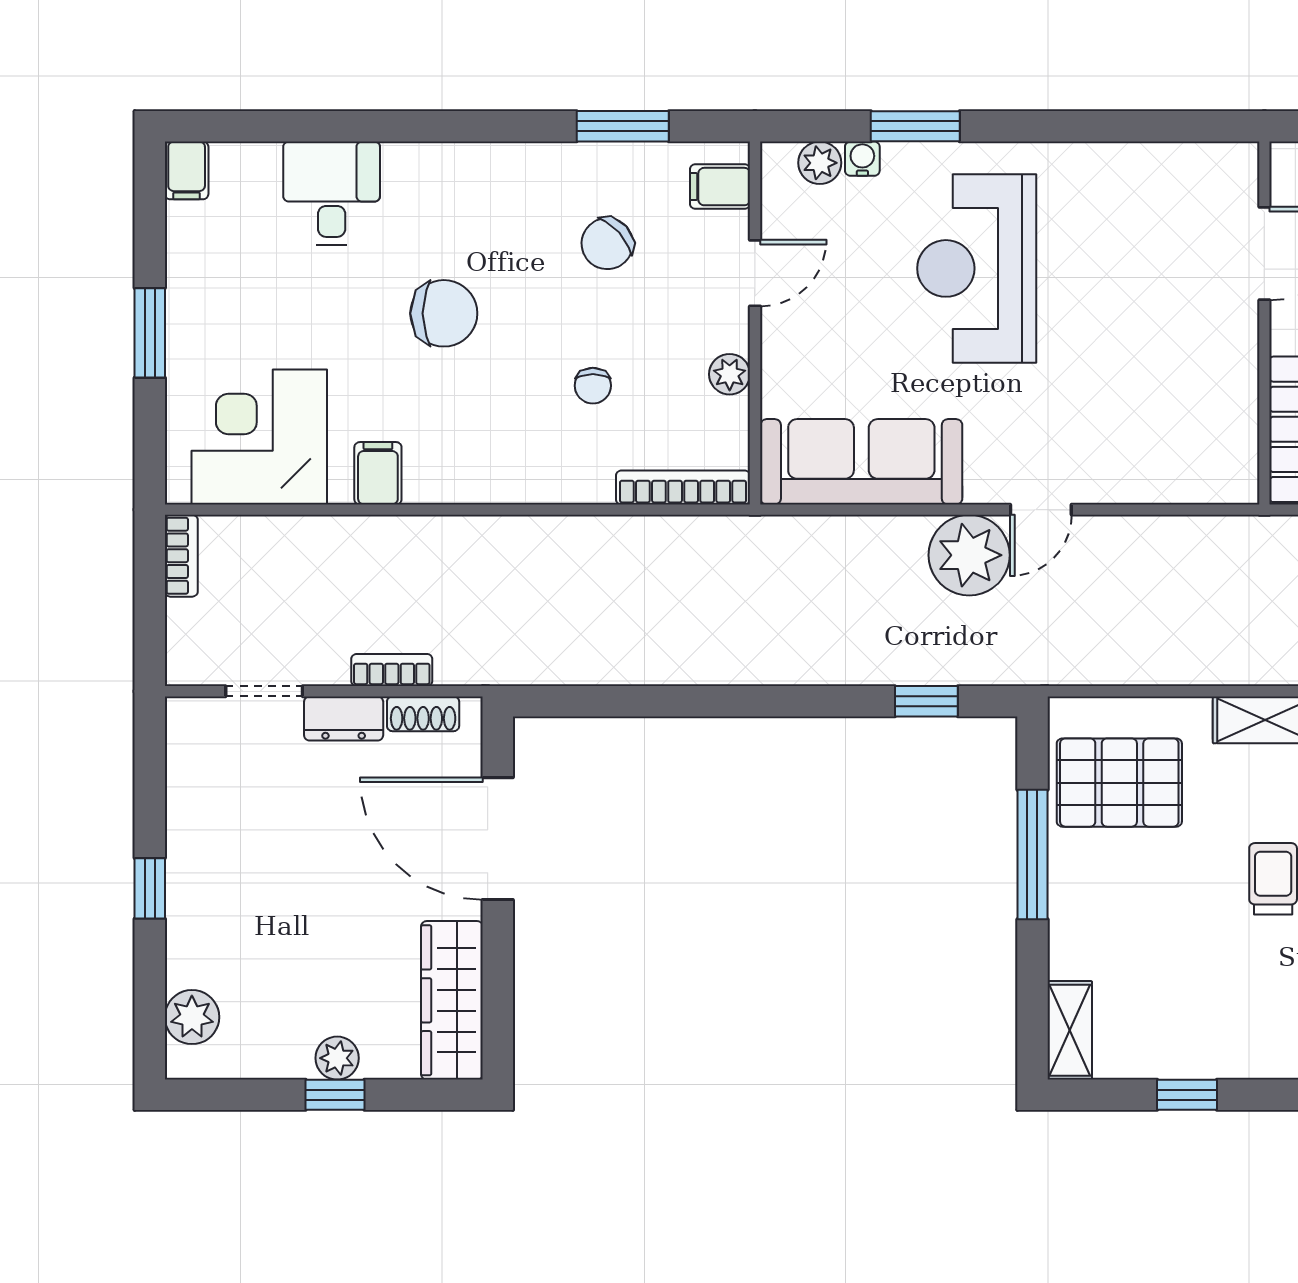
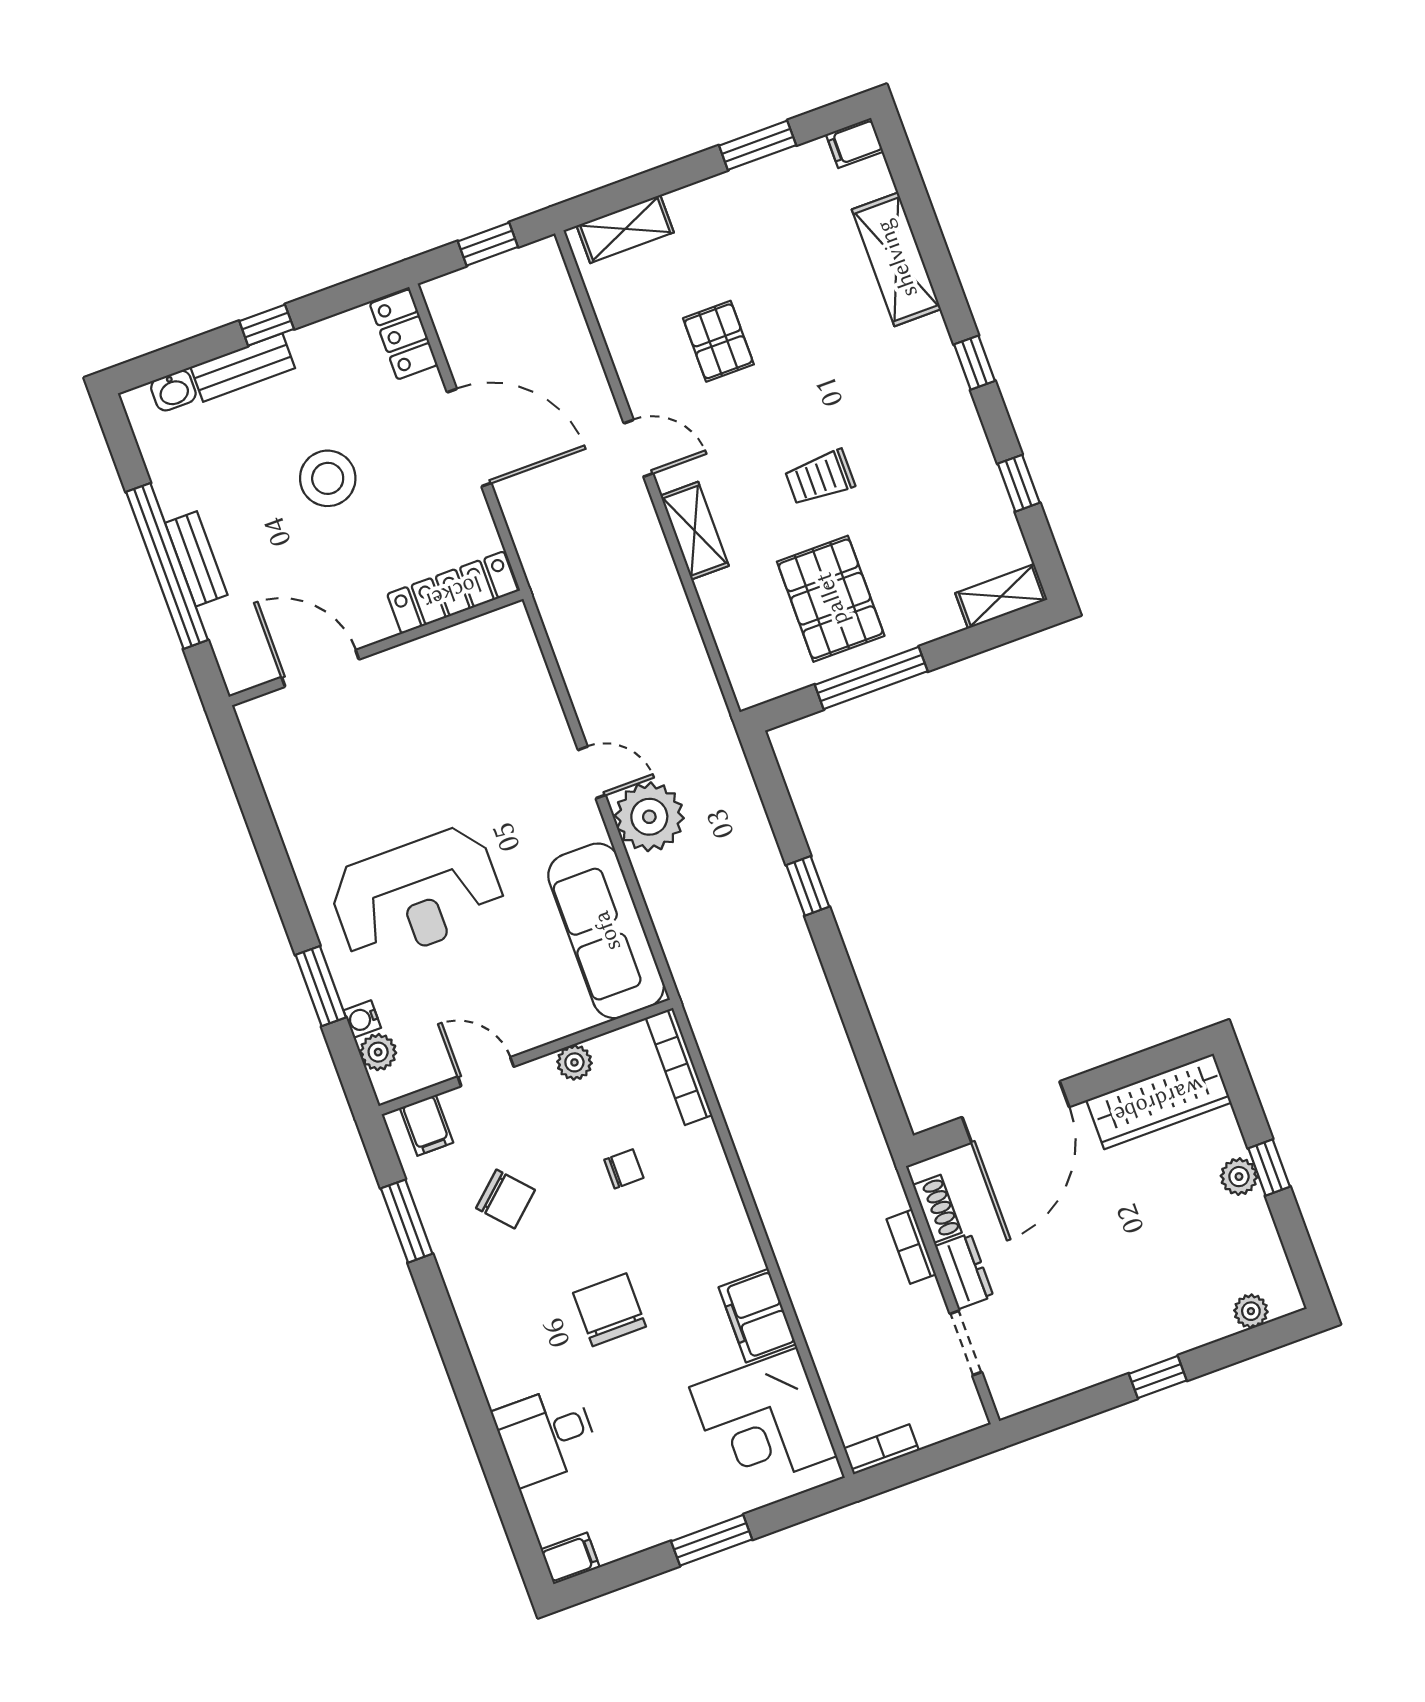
filing cabinet: (378, 473) -> (757, 1316), width x2.00
window: (926, 701) -> (808, 886), moved
pallet: (1119, 783) -> (831, 599), moved
plant: (192, 1017) -> (1251, 1311), width x0.73, depth x0.73

